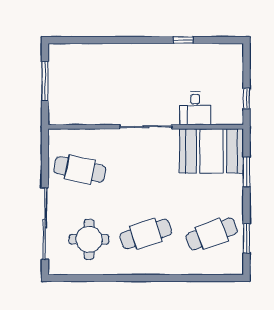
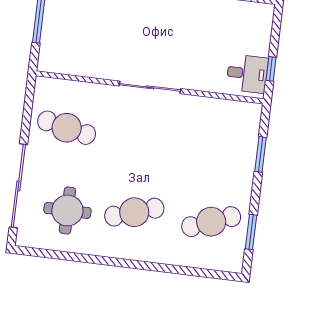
desk: (195, 108) -> (247, 74), moved, turned -90
booth: (211, 151) -> (223, 125), removed

